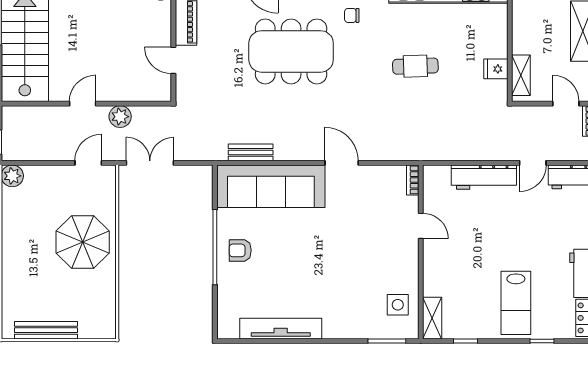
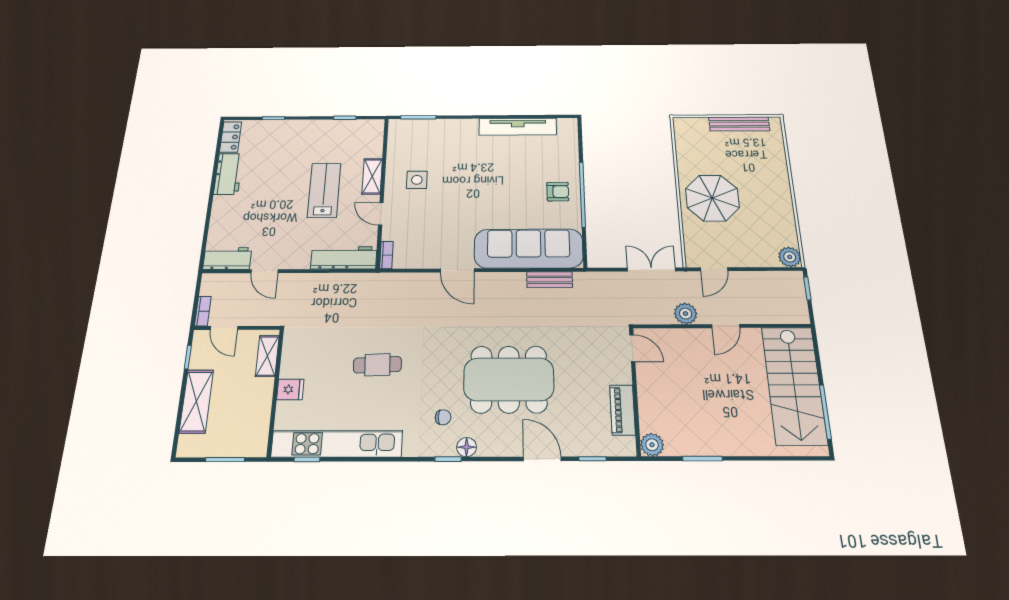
door: (173, 60) -> (632, 348), moved
fridge: (496, 69) -> (290, 389), moved
double door: (150, 163) -> (651, 270), swing flipped
door: (533, 163) -> (265, 271), swing flipped
workbench: (484, 177) -> (344, 258), moved
lab bench: (516, 303) -> (324, 190), moved
side table: (398, 305) -> (417, 180), moved
shelving: (432, 318) -> (372, 176), moved

